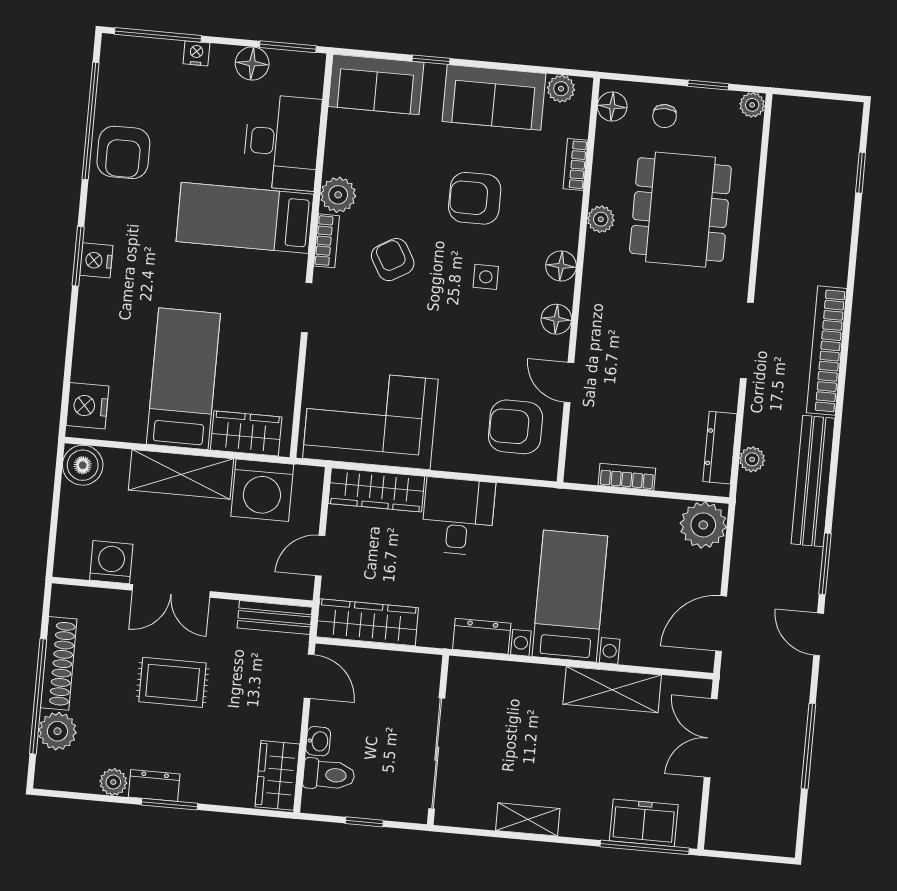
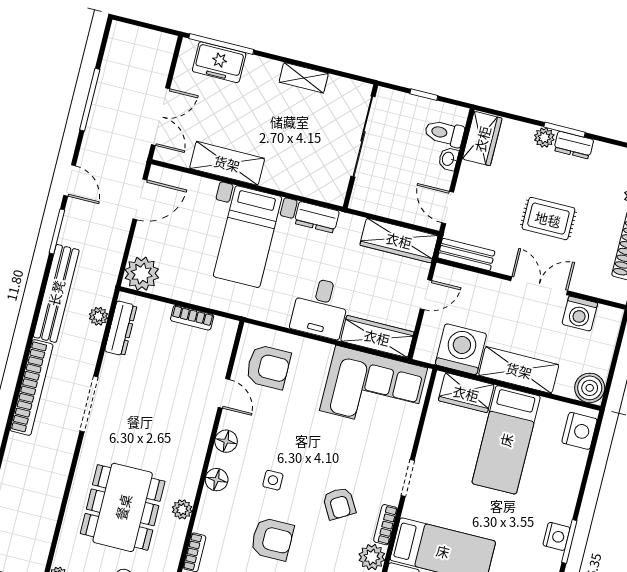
plant: (113, 782) -> (544, 138), moved

